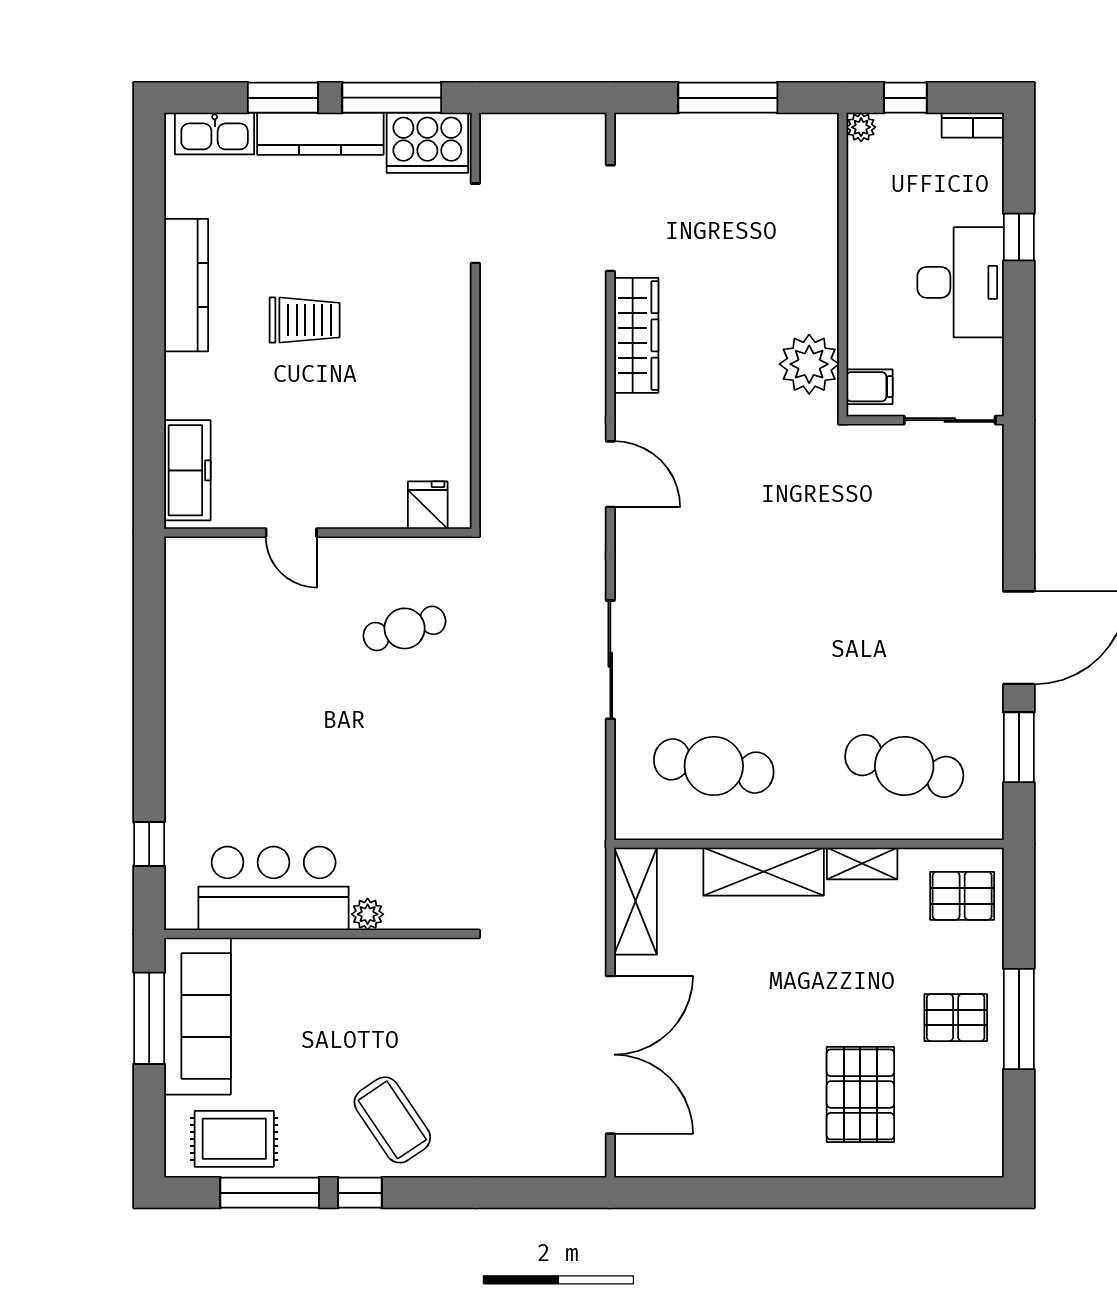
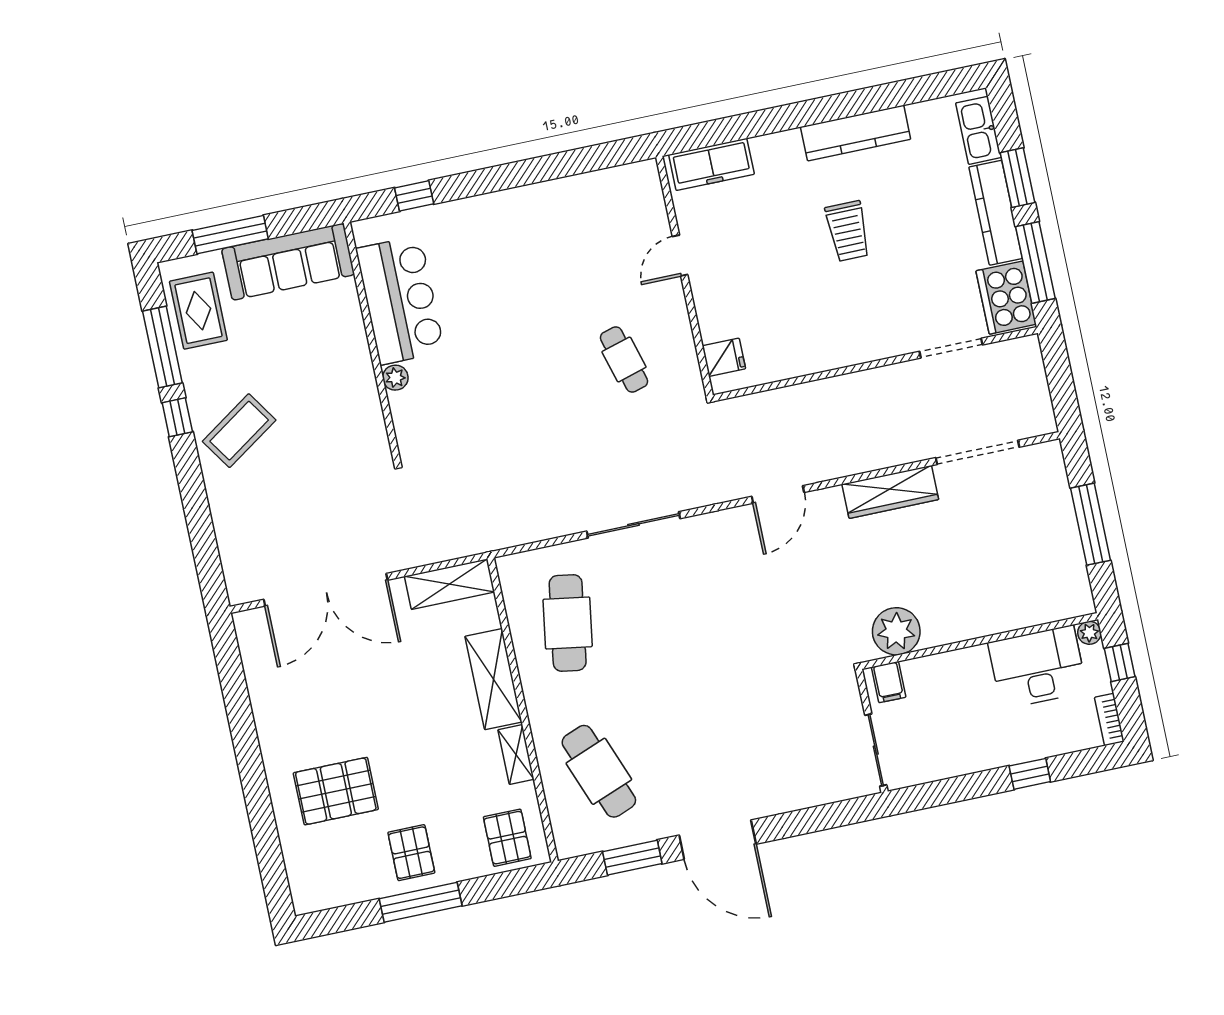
desk: (961, 282) -> (1037, 667), moved, turned 180
cafe table: (904, 766) -> (599, 771), turned -36
window: (149, 1018) -> (230, 235), moved

